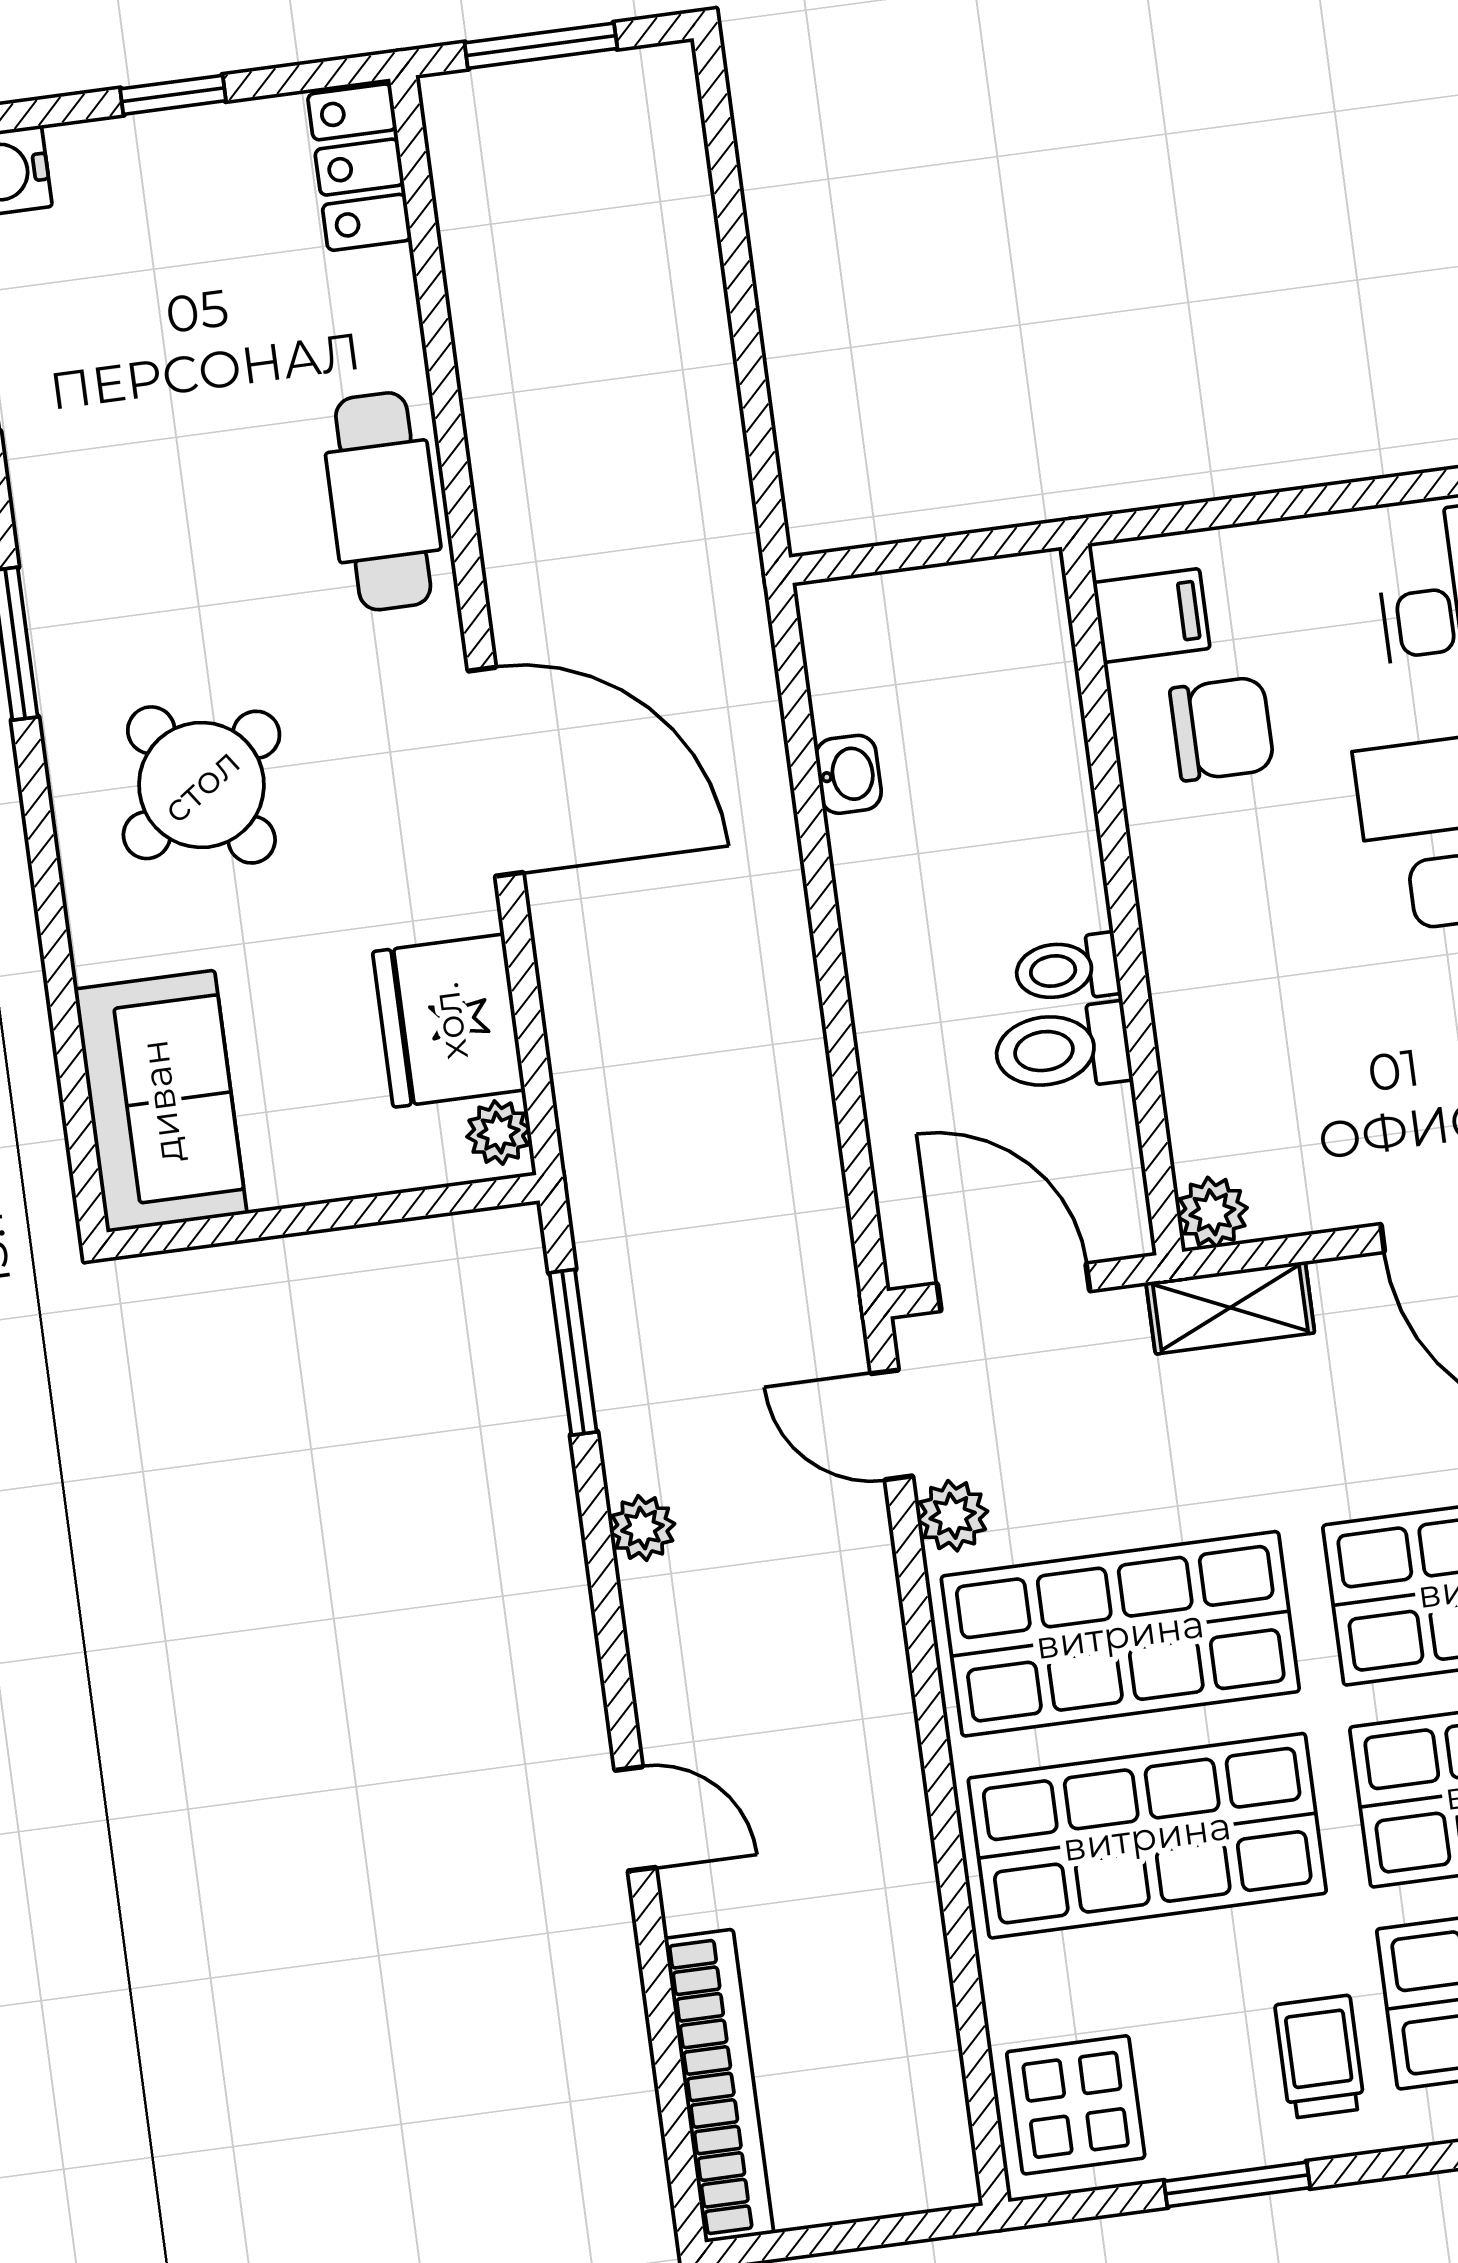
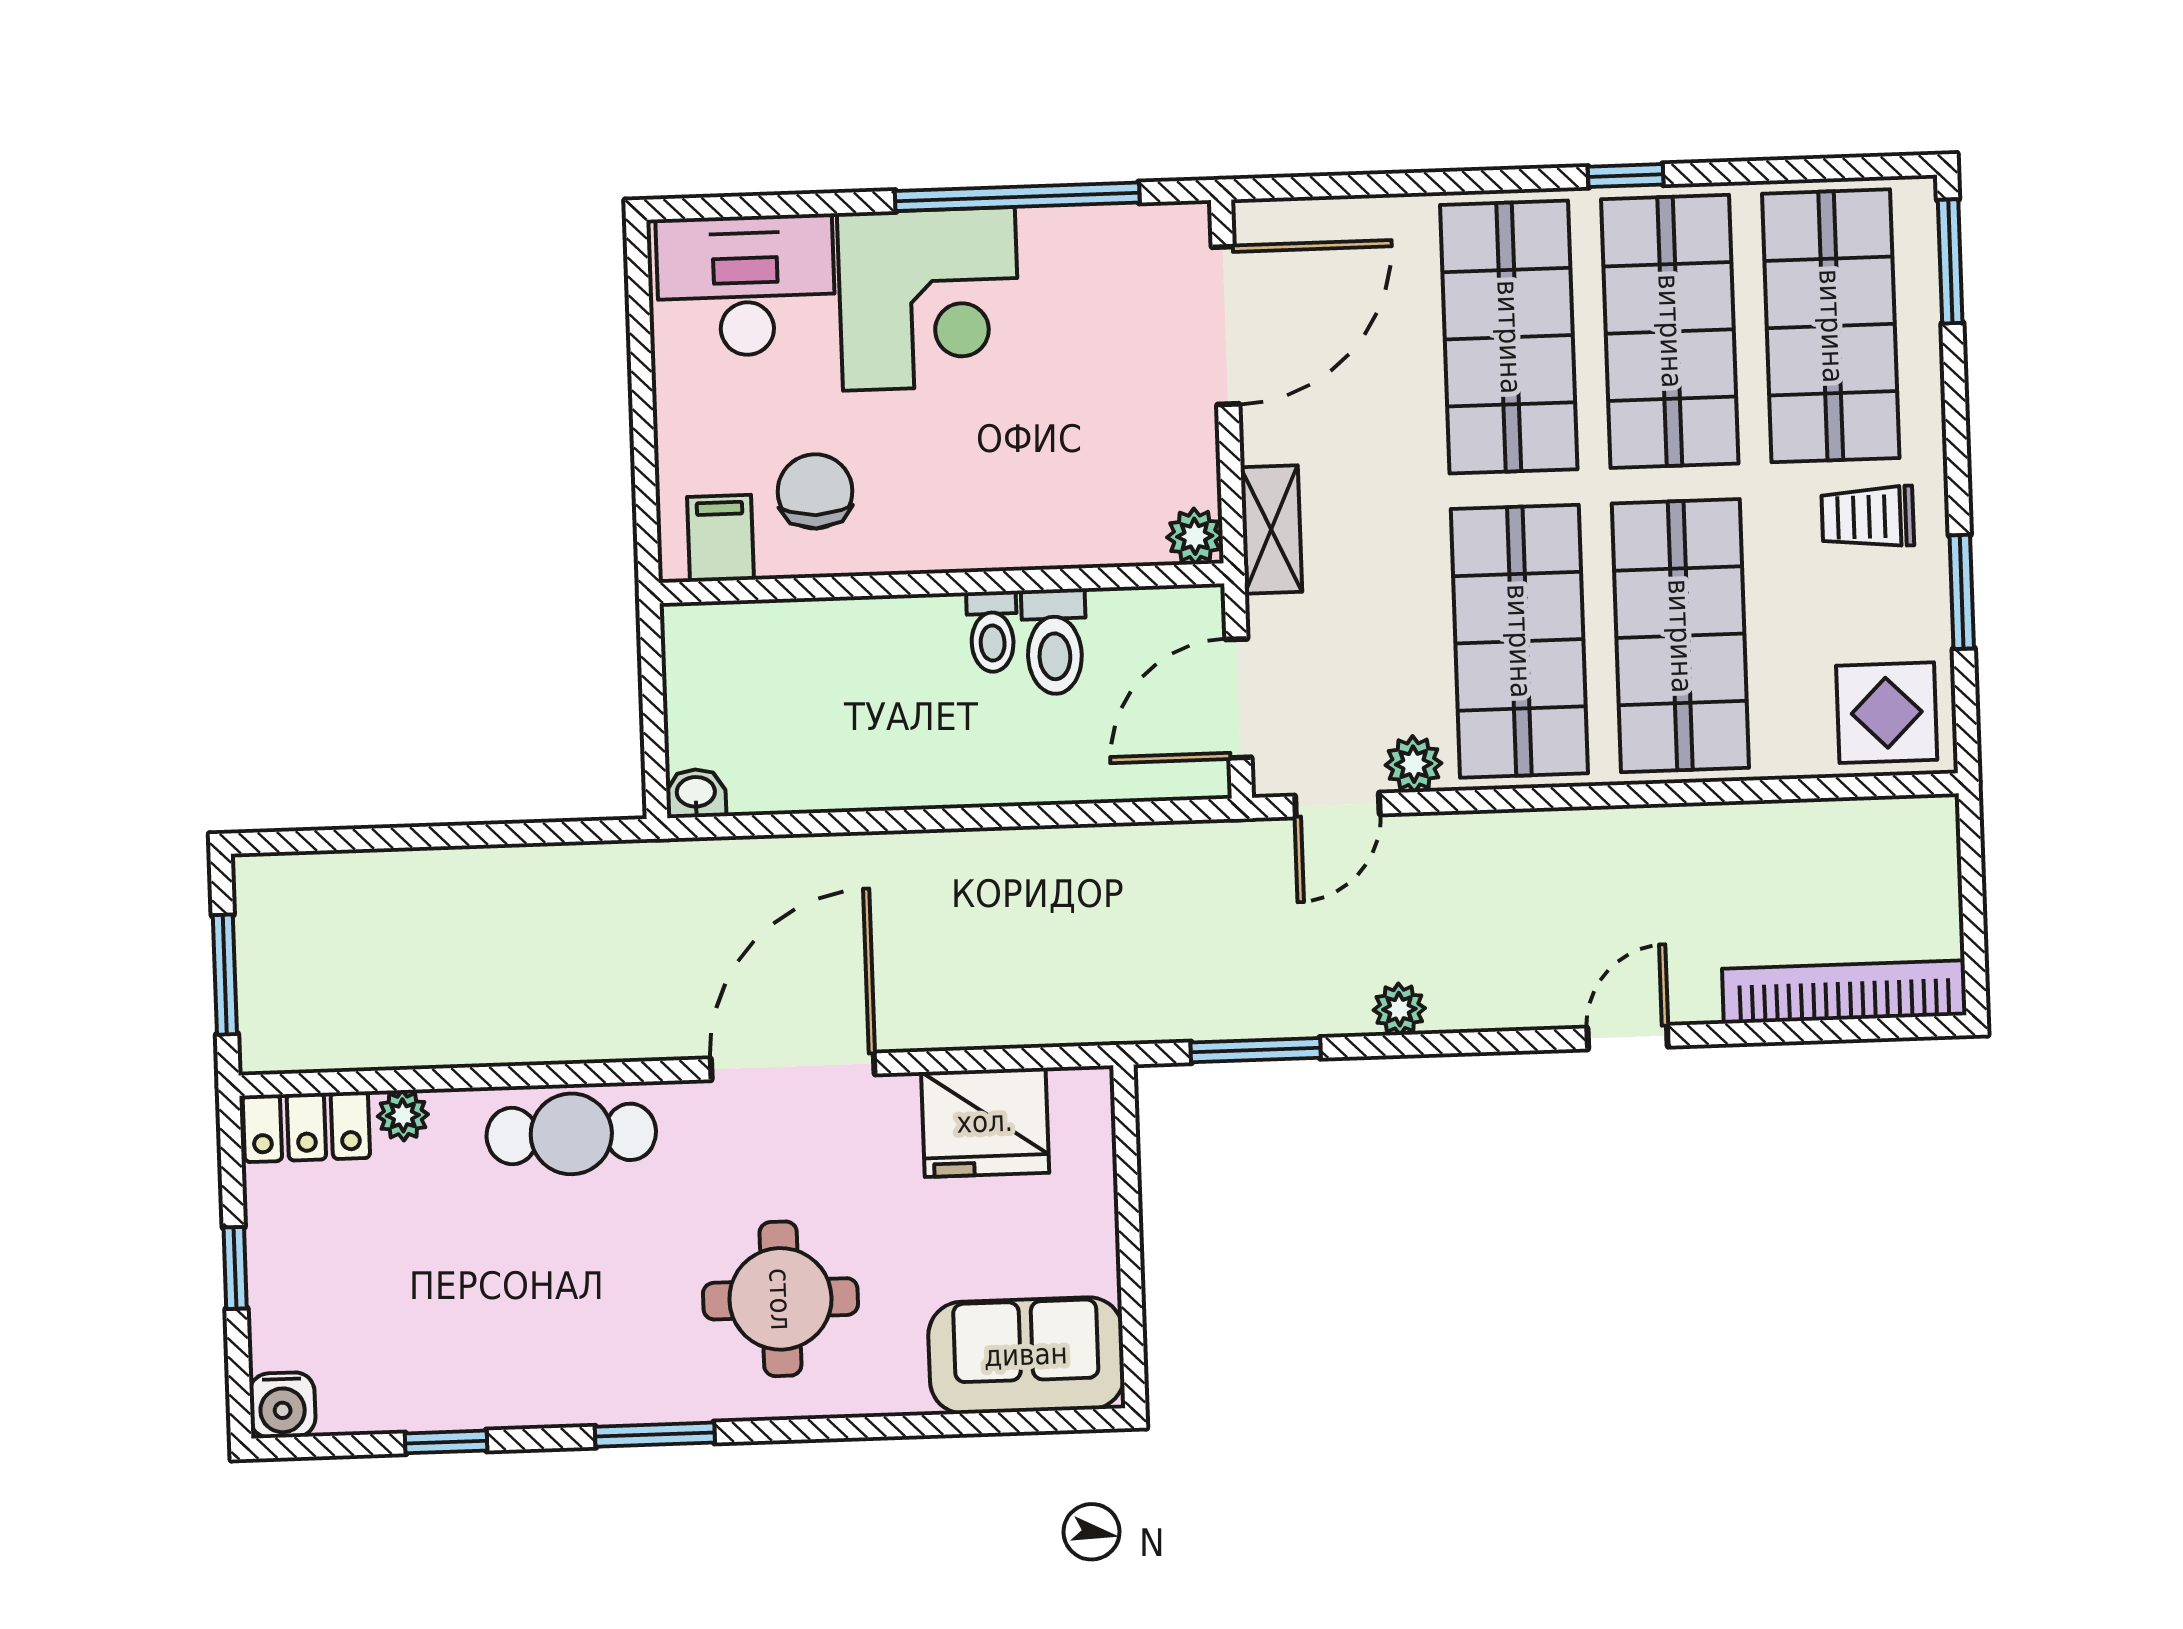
washbasin: (848, 774) -> (696, 793), moved
round table: (201, 785) -> (780, 1299), turned 35
plant: (499, 1133) -> (403, 1115), moved

